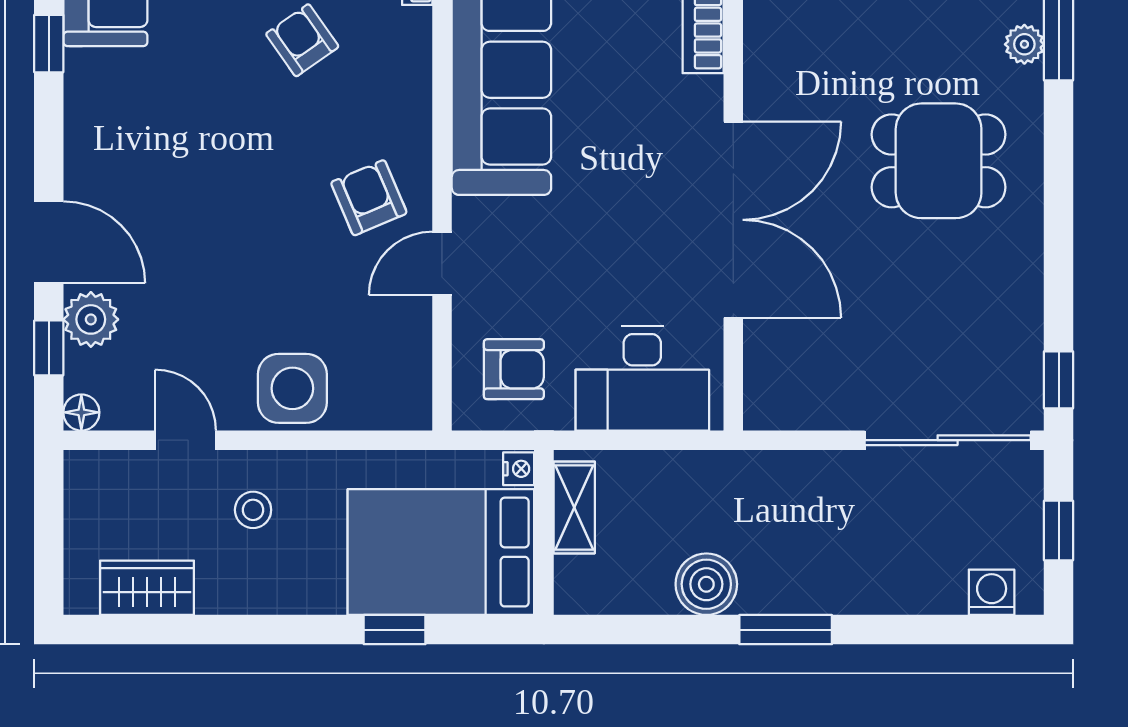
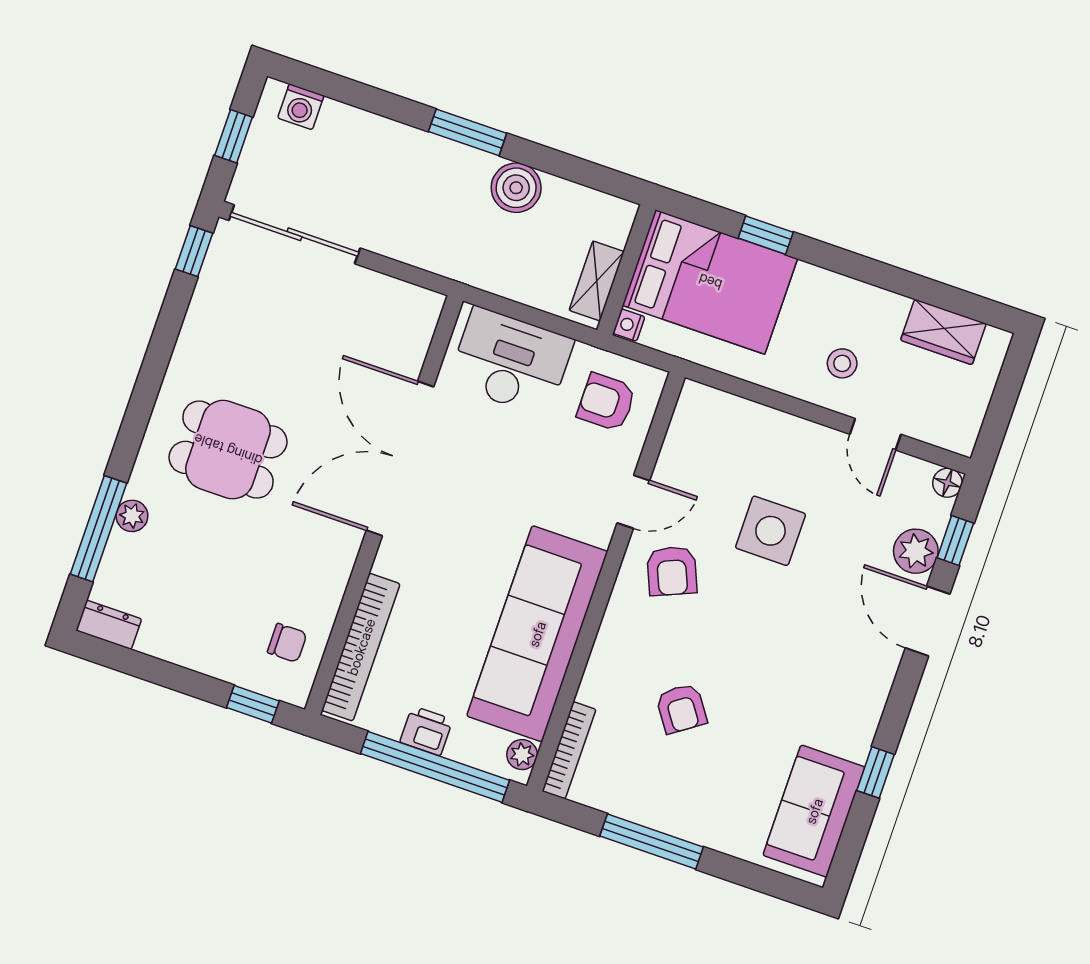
side table: (292, 388) -> (771, 531), moved

